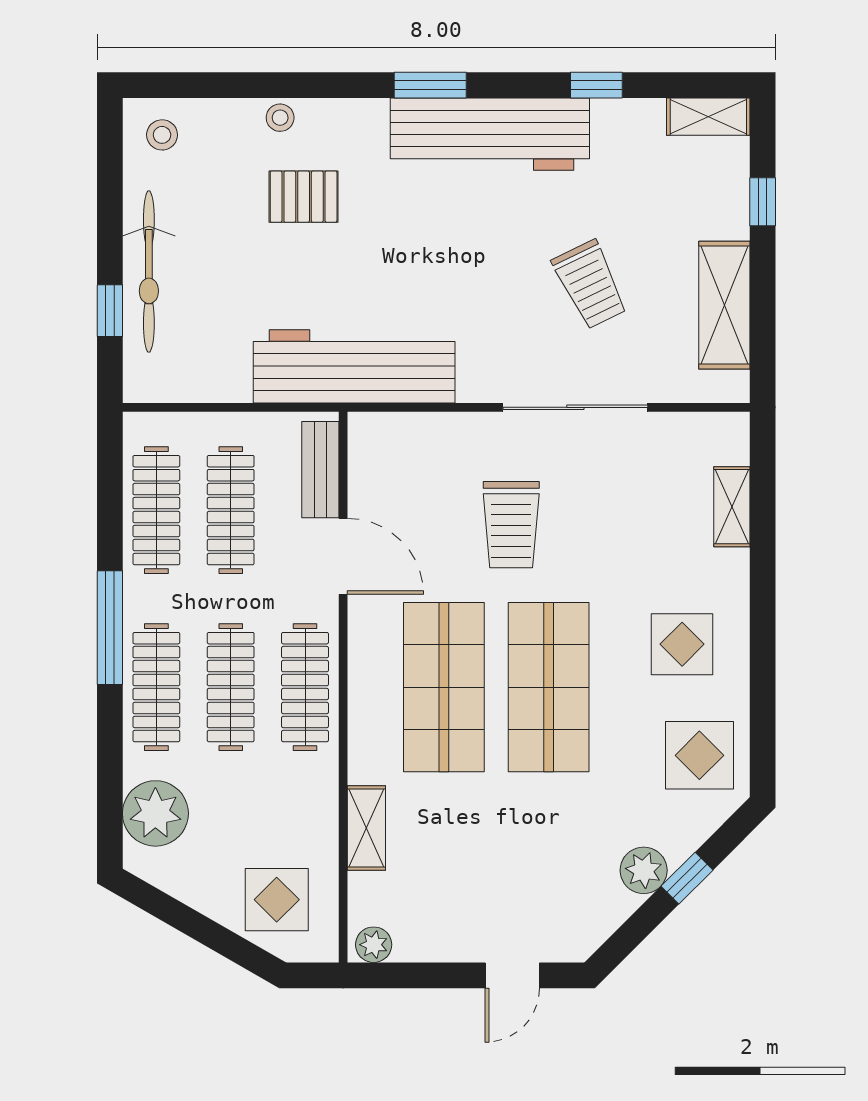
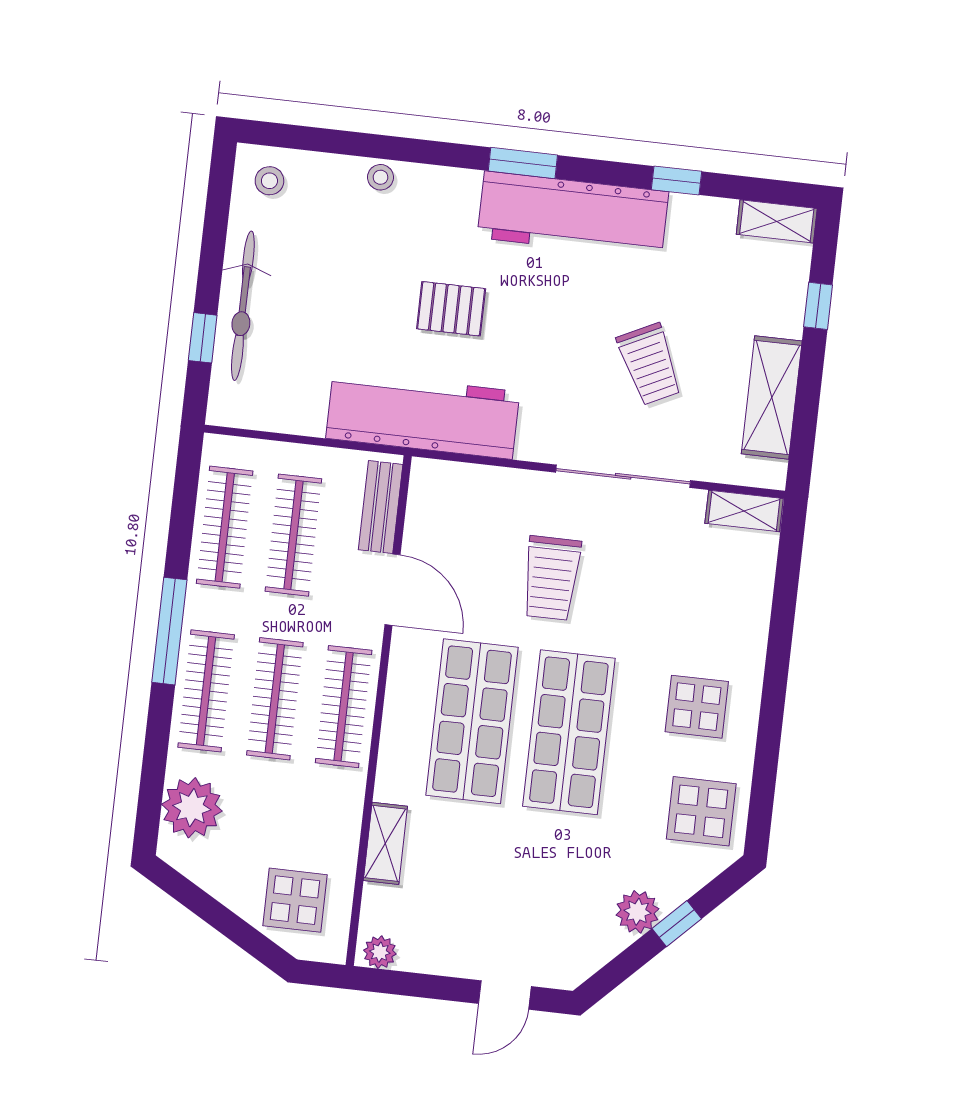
pallet: (304, 197) -> (451, 309), moved
shelving: (732, 507) -> (744, 511), moved, turned 90

